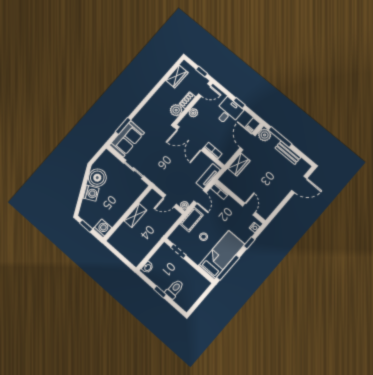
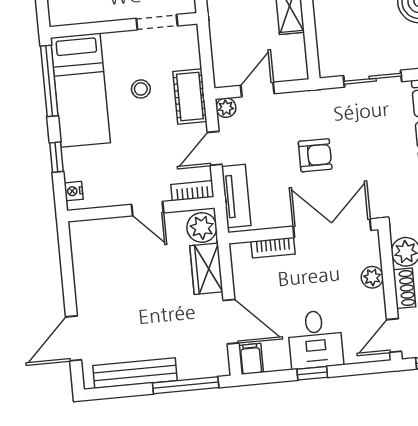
plant: (265, 135) -> (202, 227), moved
bench: (288, 153) -> (135, 373), width x1.36
armchair: (173, 165) -> (315, 155), added
door: (200, 197) -> (215, 148), hinge flipped
door: (249, 209) -> (147, 209), moved

